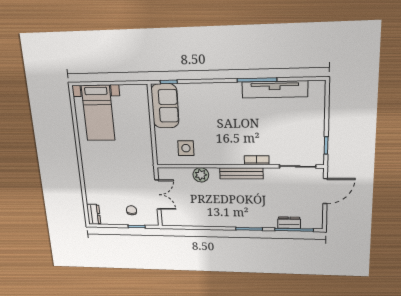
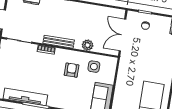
armchair: (216, 138) -> (72, 70), added
double door: (158, 195) -> (122, 35), width x1.37

